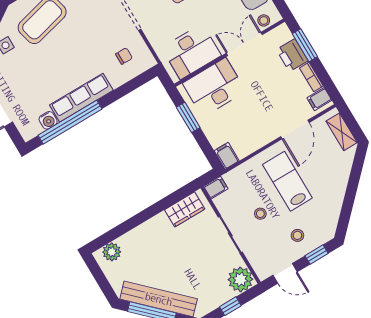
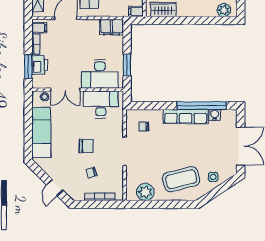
filing cabinet: (227, 156) -> (112, 27), width x2.00

